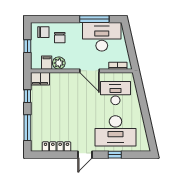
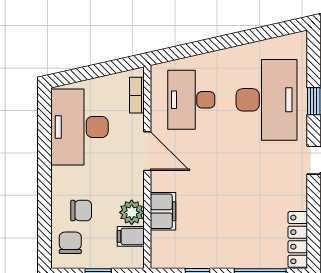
window: (94, 19) -> (44, 142), removed
door: (90, 71) -> (147, 151), hinge flipped
filing cabinet: (40, 79) -> (163, 211), moved
locker: (56, 147) -> (298, 239), moved

